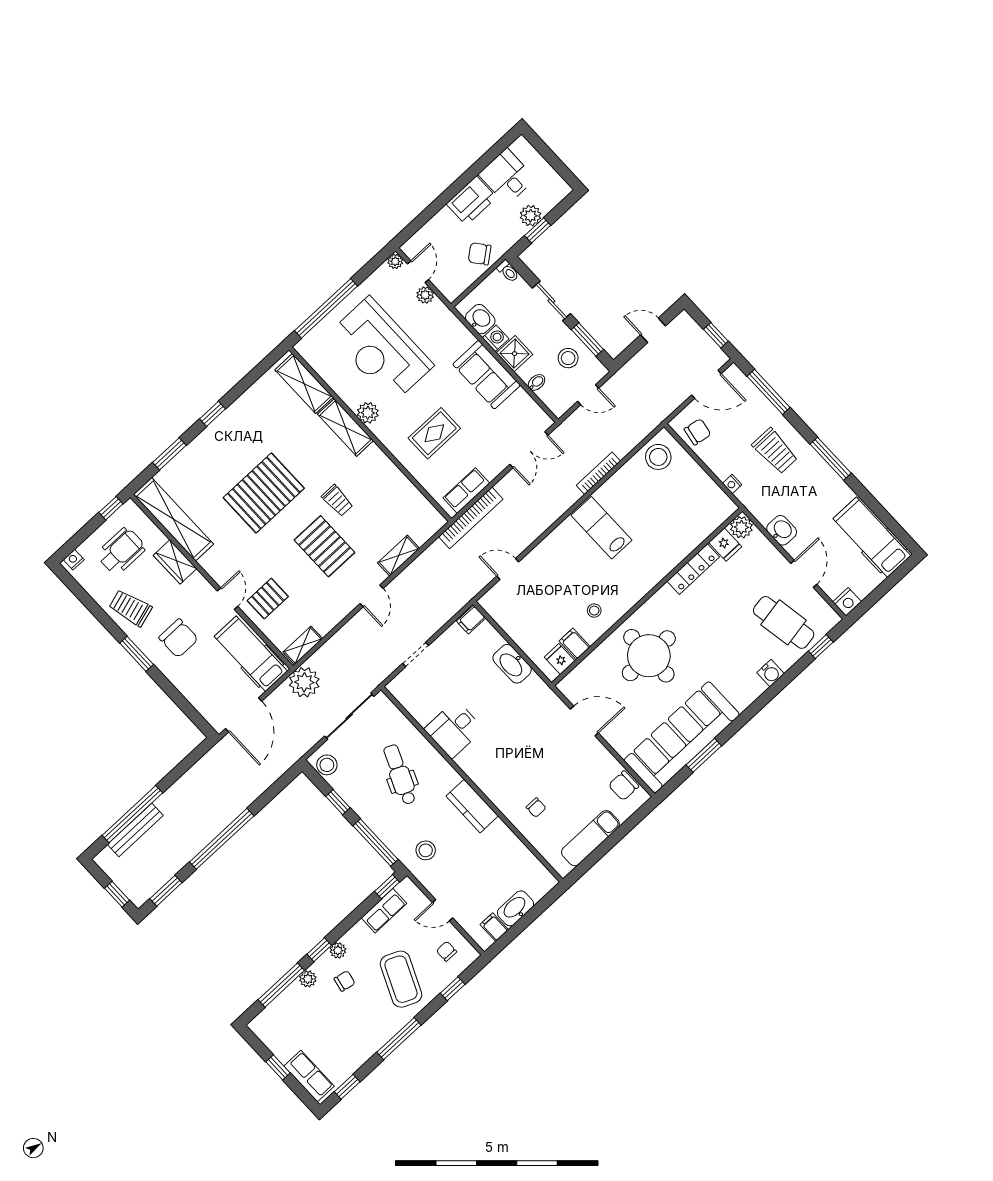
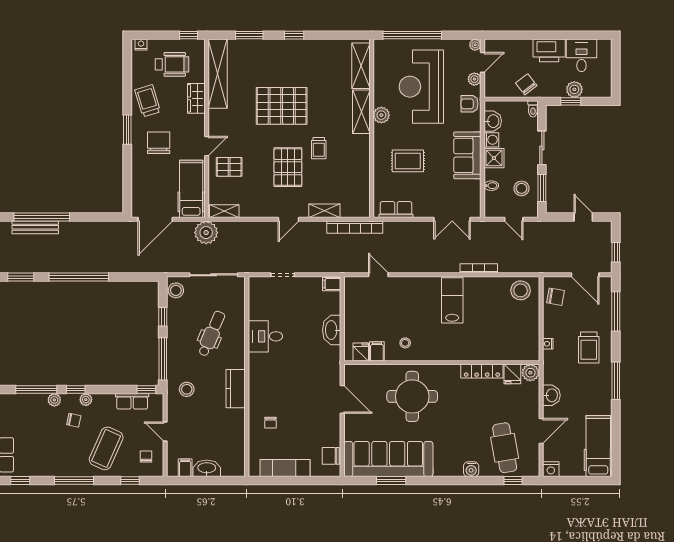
armchair: (443, 323) -> (470, 104), added
bookcase: (471, 518) -> (355, 227), moved
chair: (179, 638) -> (159, 143), turned 180

